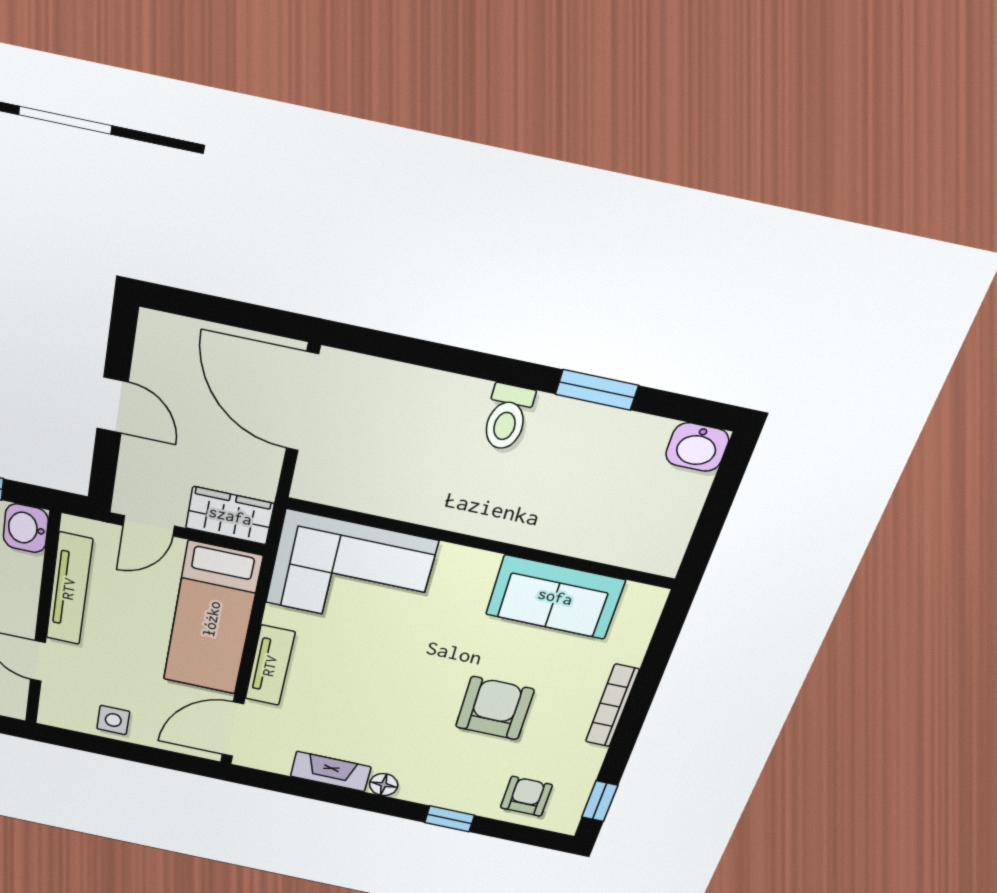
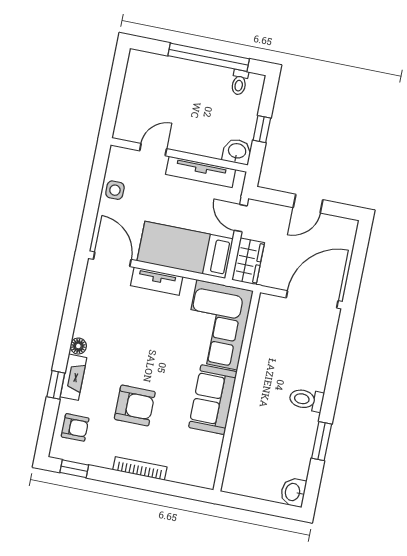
sofa: (555, 597) -> (213, 400), moved
fireplace: (331, 772) -> (73, 377), moved

